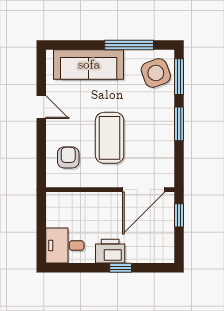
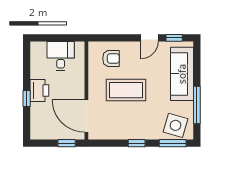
side table: (156, 73) -> (176, 125), turned 36
window: (41, 75) -> (174, 38), added
window: (179, 124) -> (137, 143), width x0.67
desk: (65, 246) -> (61, 56), moved

